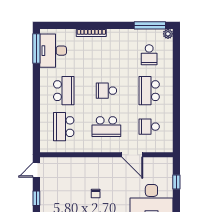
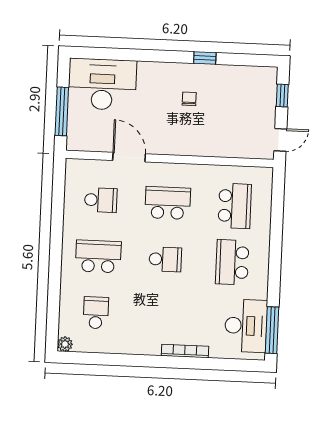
window: (150, 25) -> (93, 359), removed
school desk: (149, 91) -> (98, 256), turned -90
window: (176, 182) -> (62, 111), width x2.17

